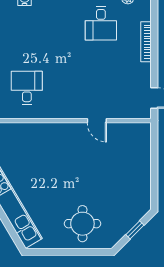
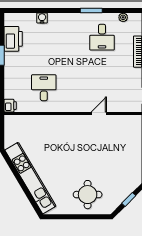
door: (97, 121) -> (99, 114), swing flipped

